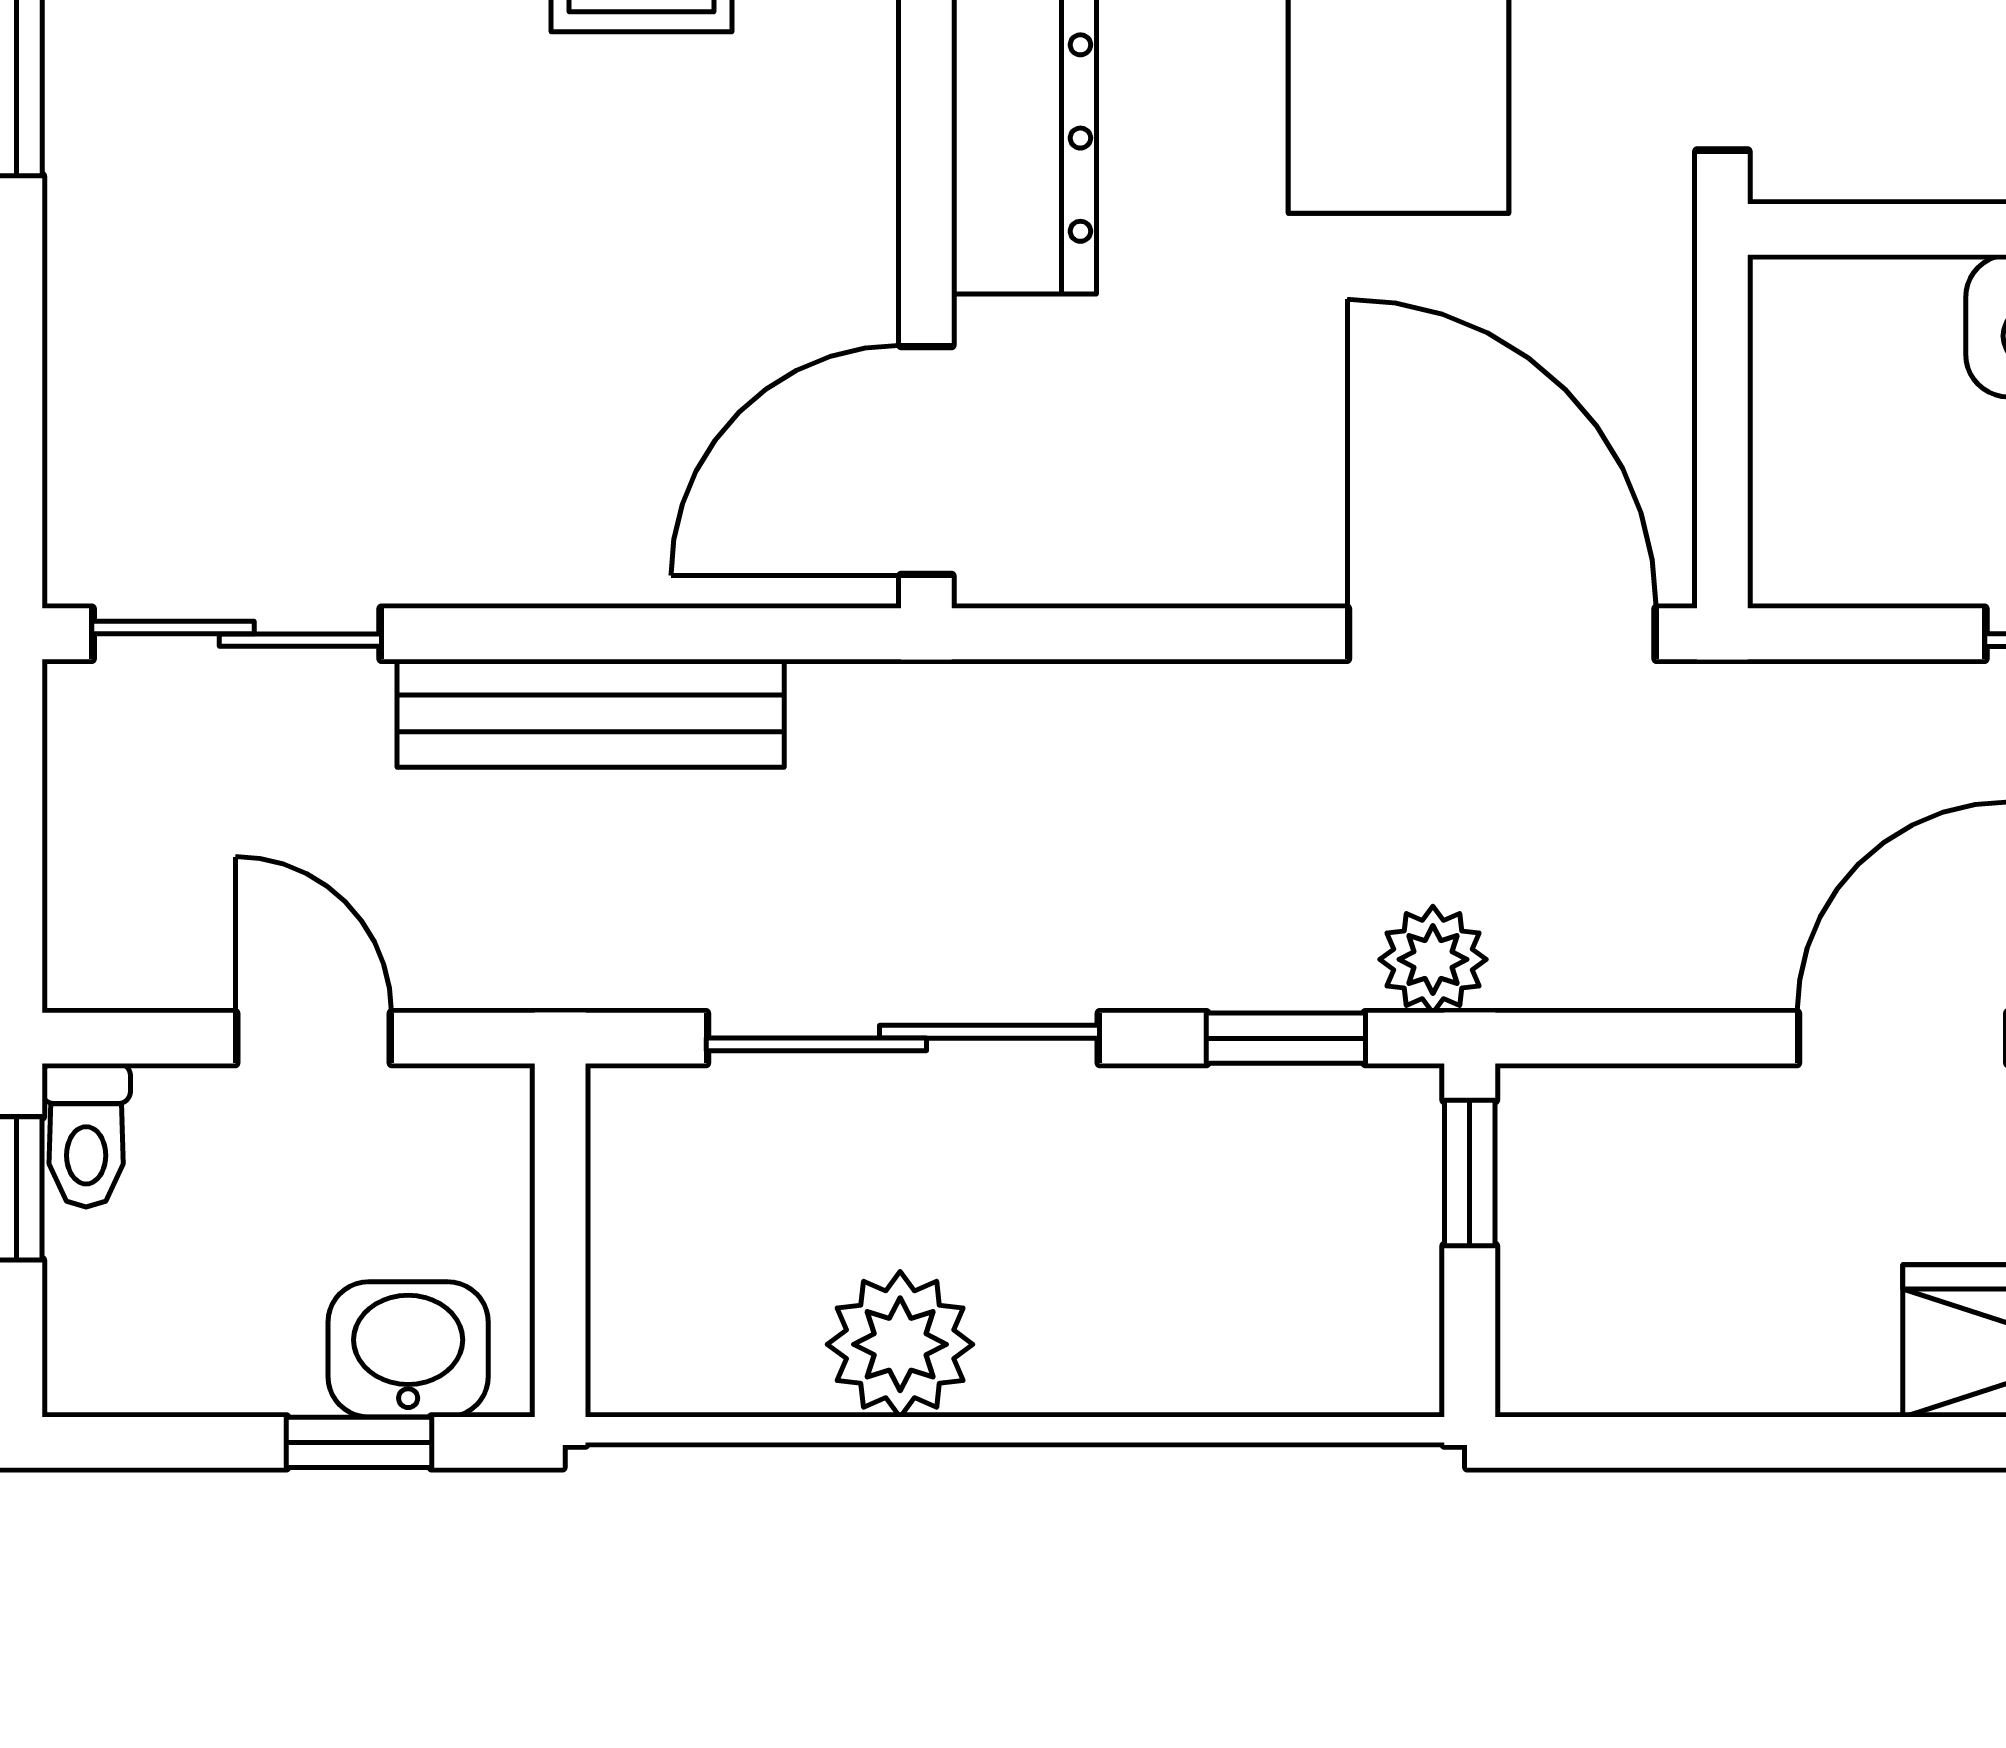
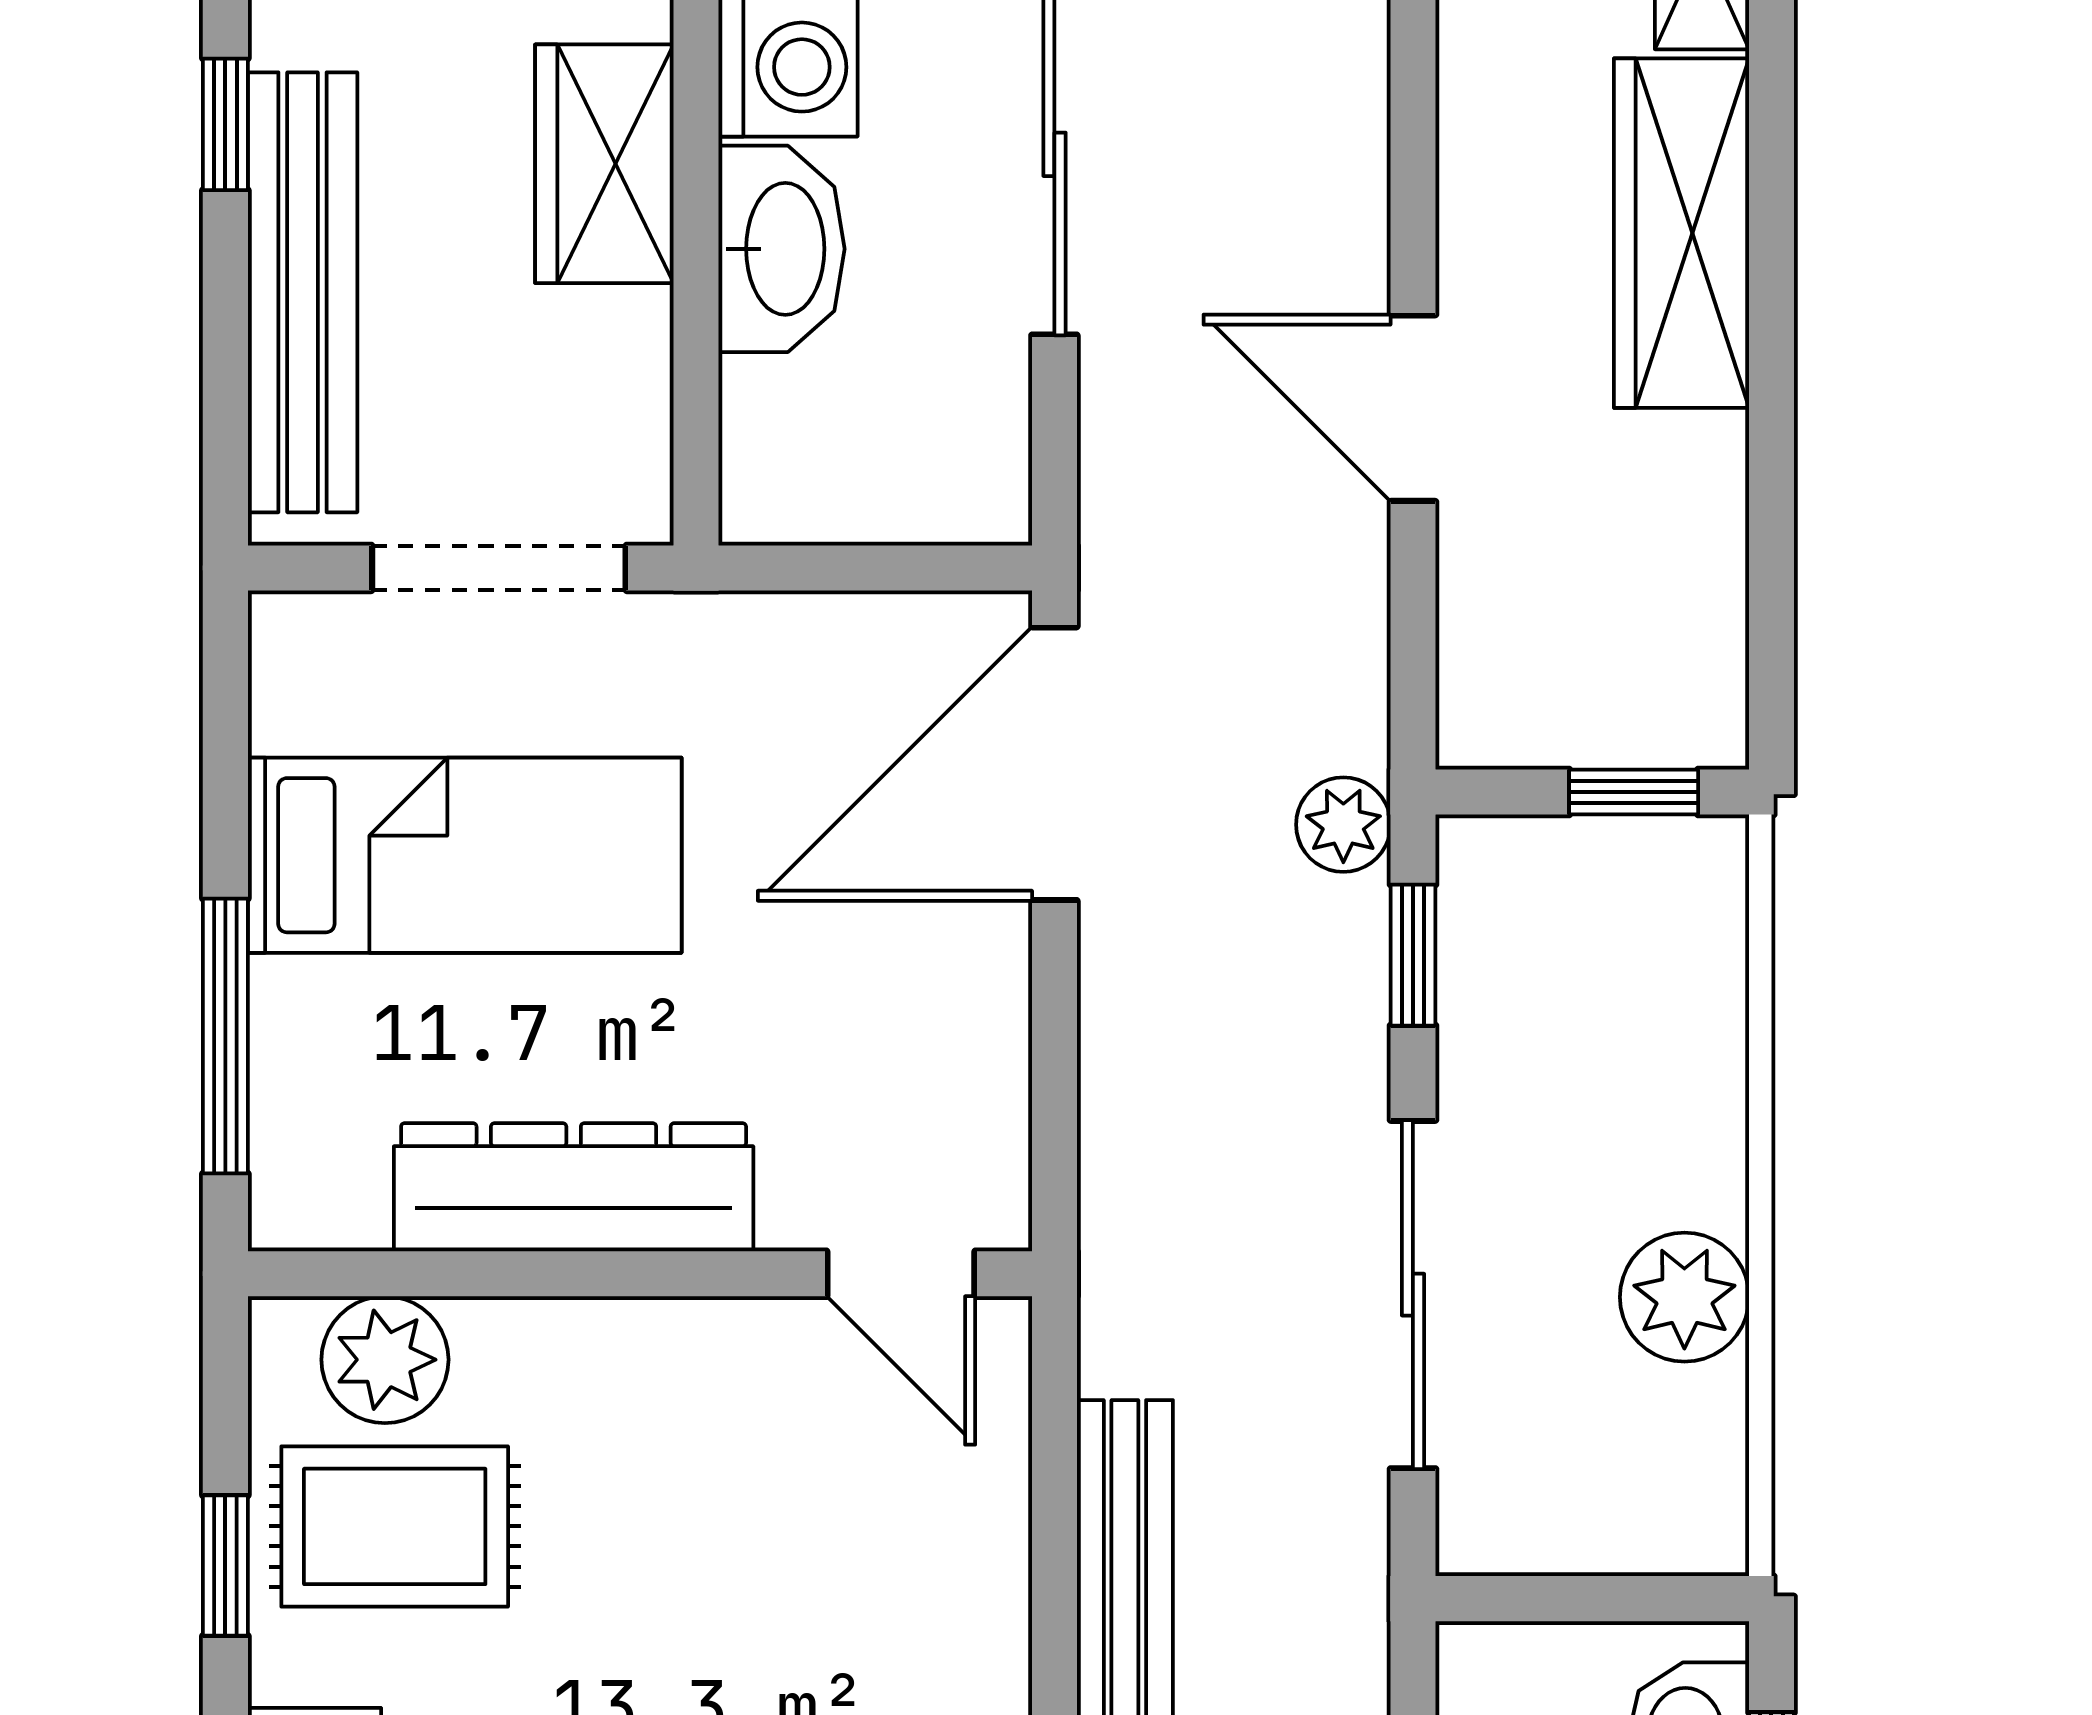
door: (926, 461) -> (901, 1274), width x0.73
window: (1470, 1173) -> (1634, 792), moved

